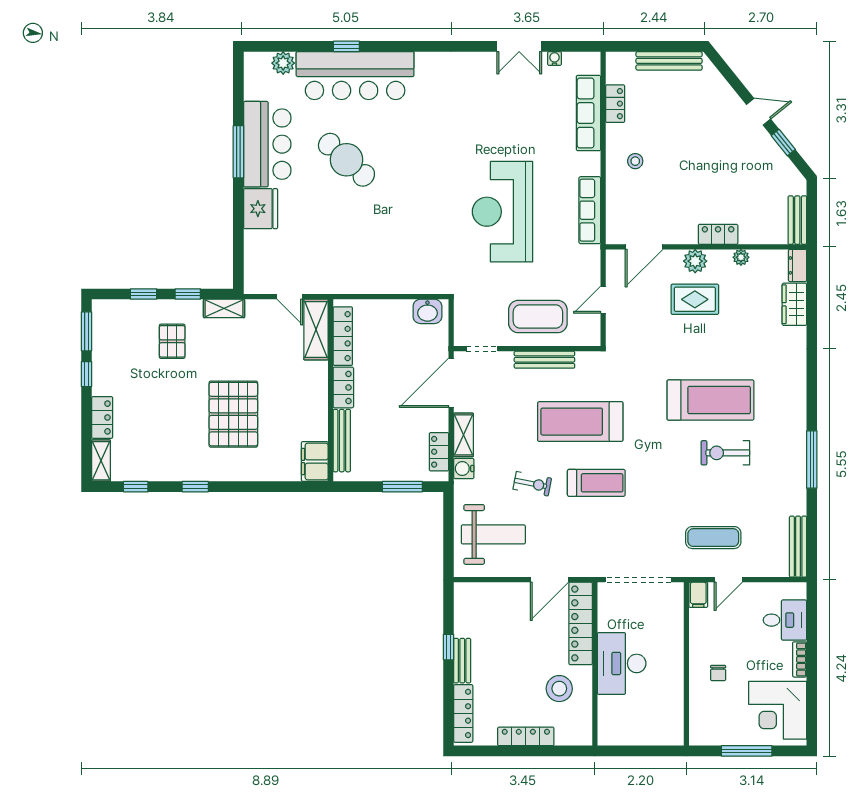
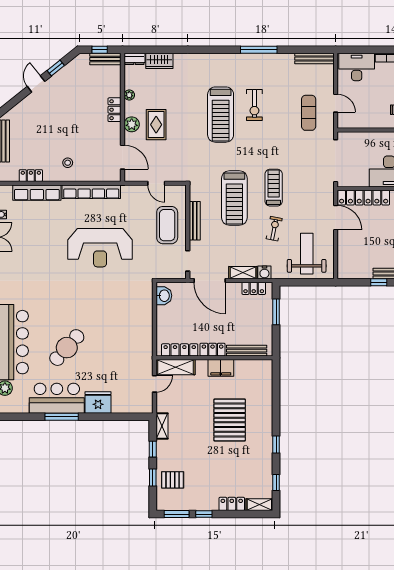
row of seats: (590, 210) -> (91, 192), width x1.36
window: (812, 211) -> (100, 50), added
pallet: (172, 341) -> (173, 480), moved
treadmill: (710, 400) -> (221, 115), turned 180
pallet: (233, 414) -> (230, 420), turned 90
filing cabinet: (315, 462) -> (221, 368), moved
filing cabinet: (698, 595) -> (345, 122), removed
desk: (785, 620) -> (357, 67), width x1.37

